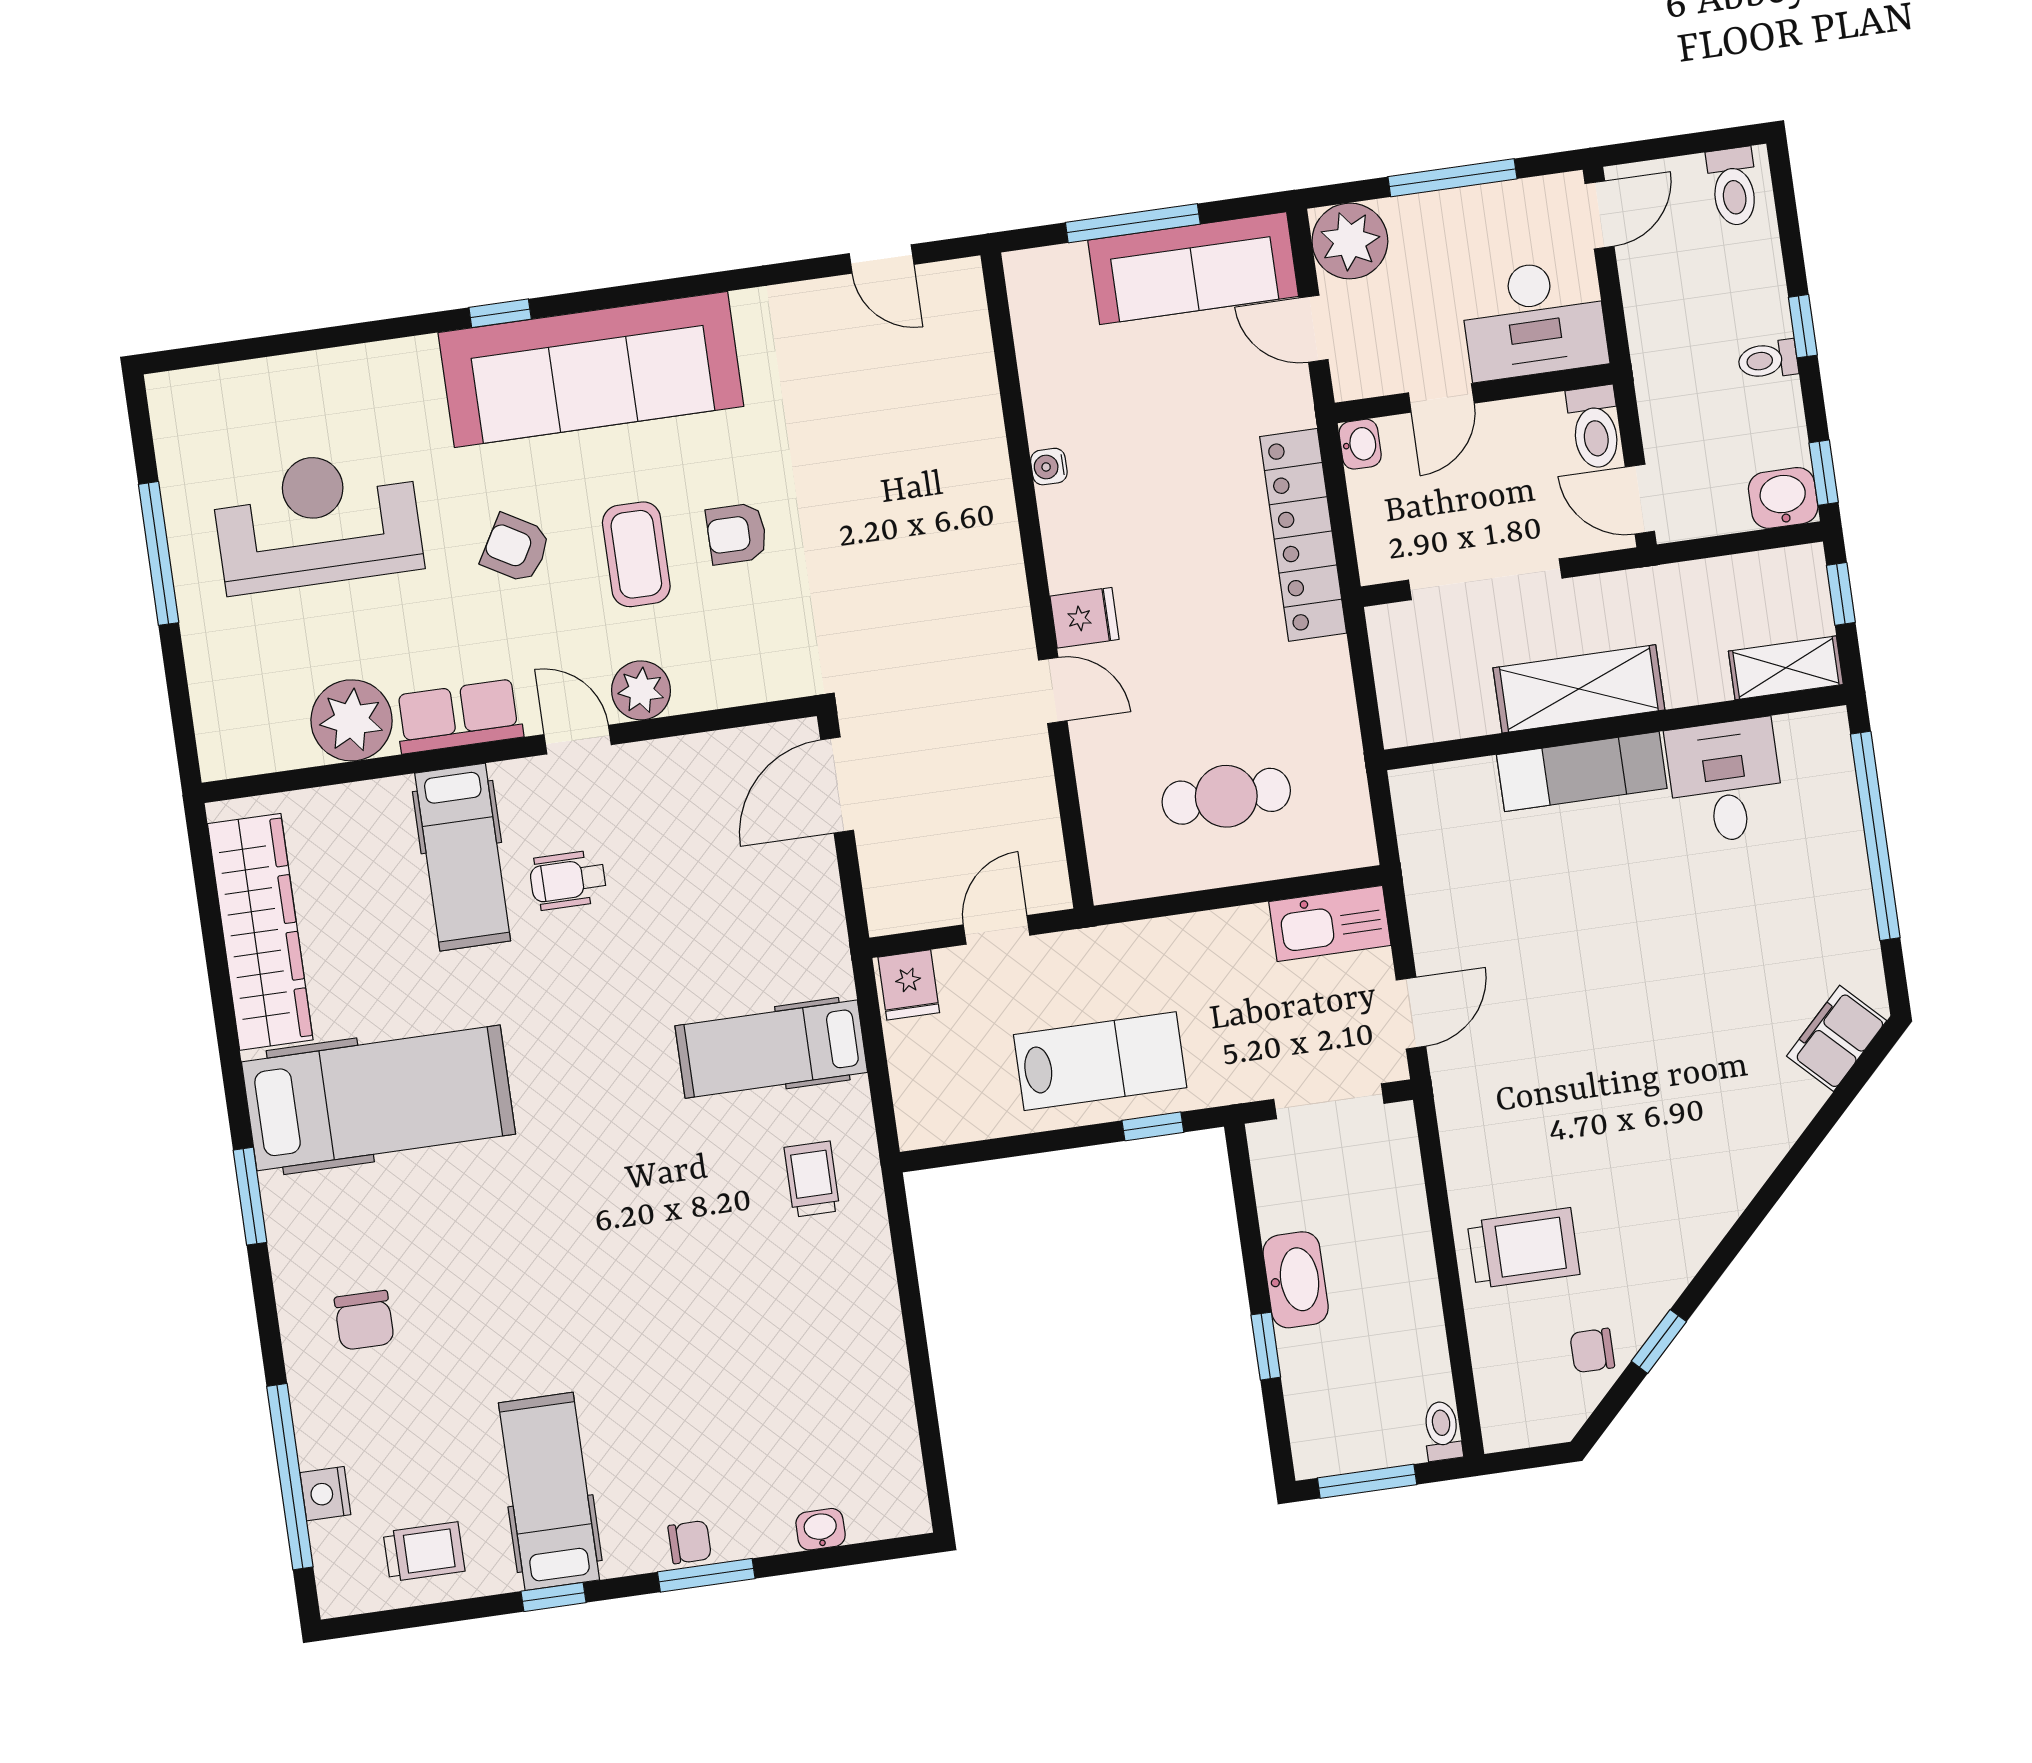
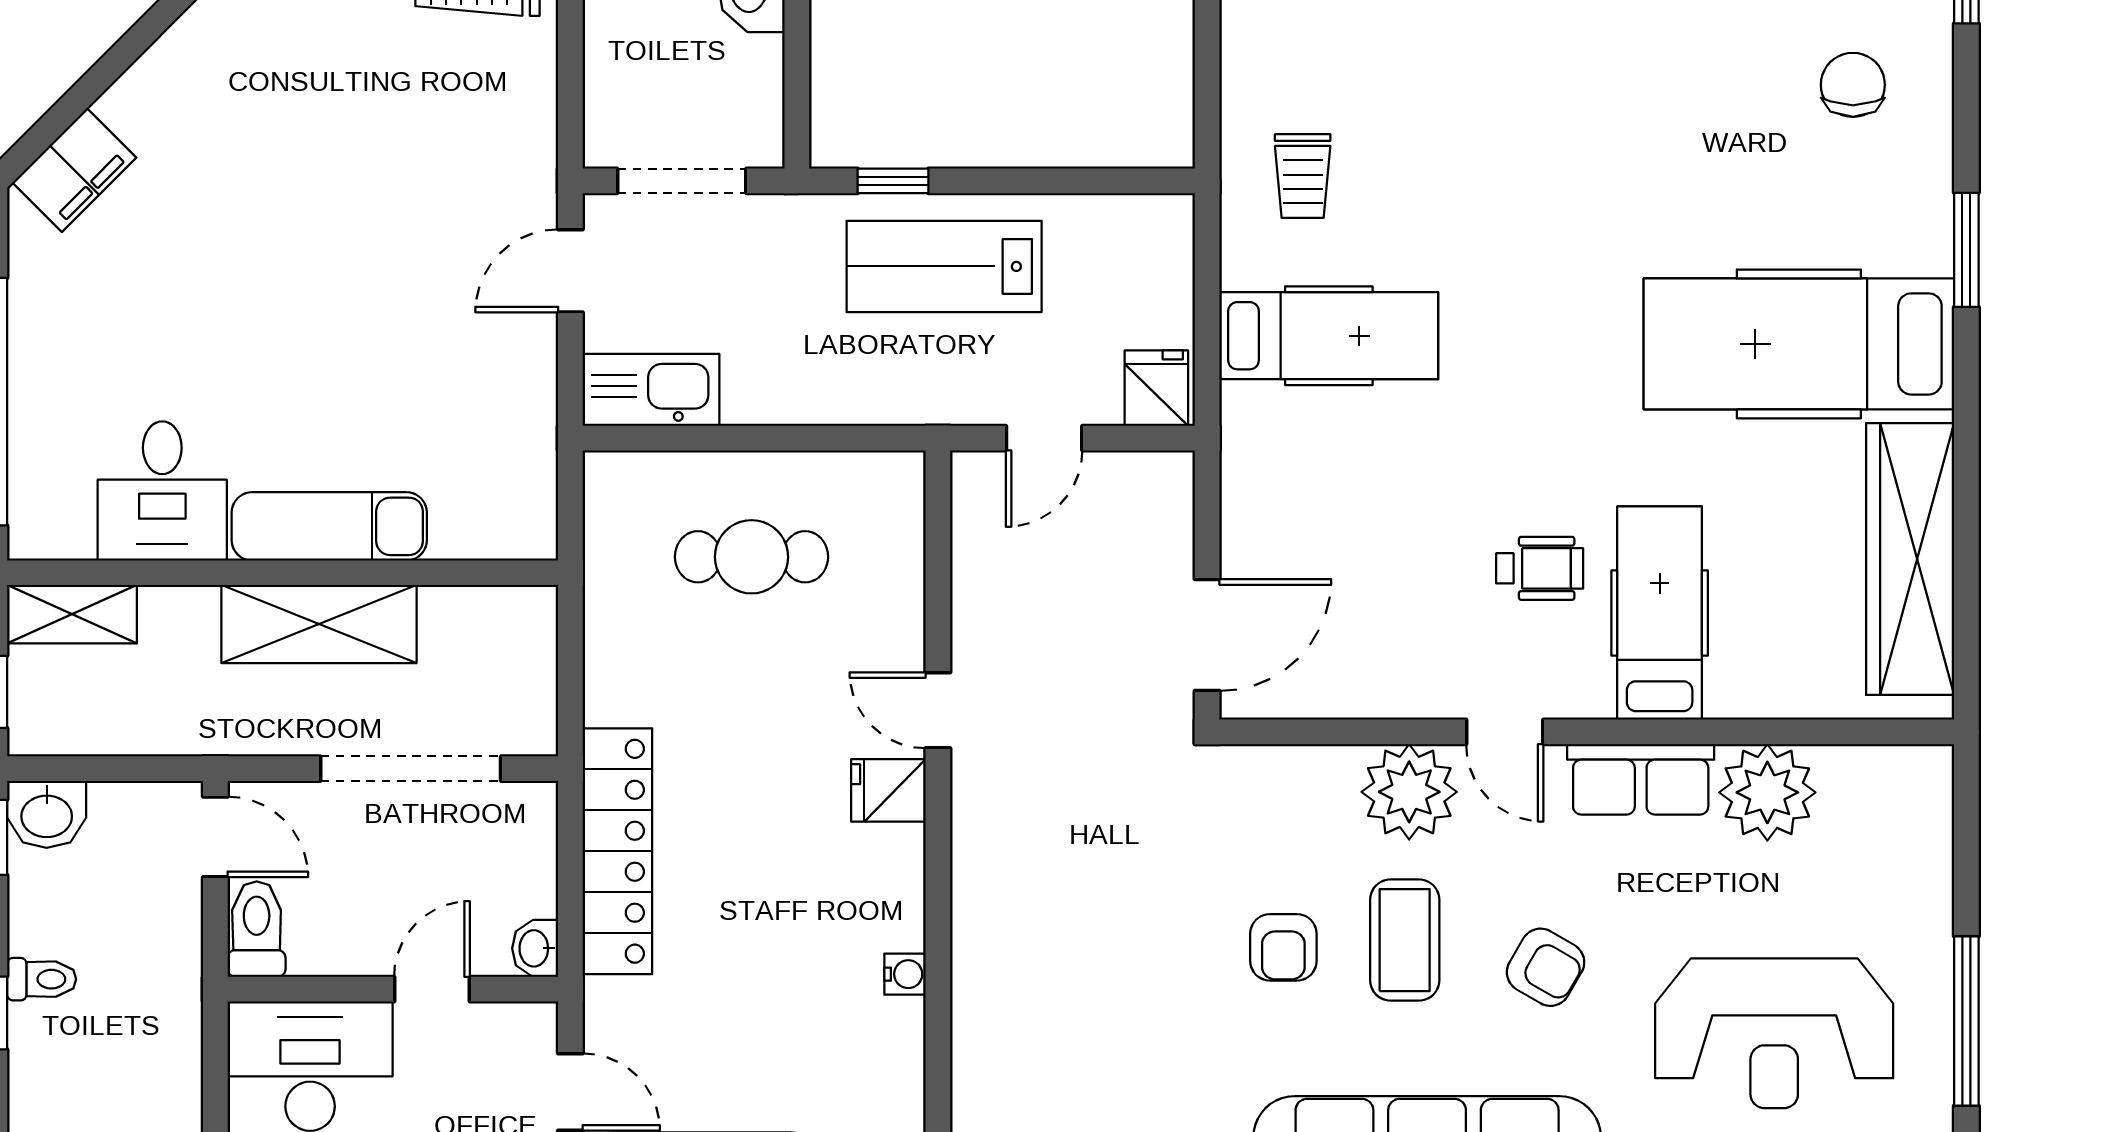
armchair: (737, 534) -> (1283, 947), turned 90
plant: (641, 690) -> (1409, 792), width x1.36, depth x1.36

